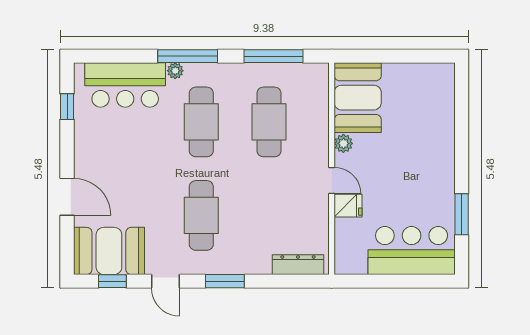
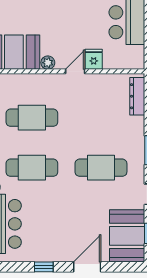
window: (67, 107) -> (44, 267), moved

